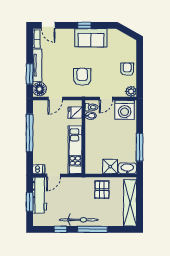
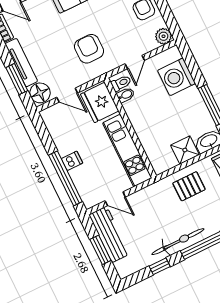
door: (55, 98) -> (67, 95), hinge flipped
washing machine: (125, 110) -> (176, 77), moved, turned 90
fridge: (75, 113) -> (100, 102), width x1.88, depth x1.34
window: (30, 133) -> (65, 178), moved
dishwasher: (39, 169) -> (72, 161), moved
door: (54, 175) -> (115, 199), hinge flipped
pallet: (102, 190) -> (189, 186), turned 90

